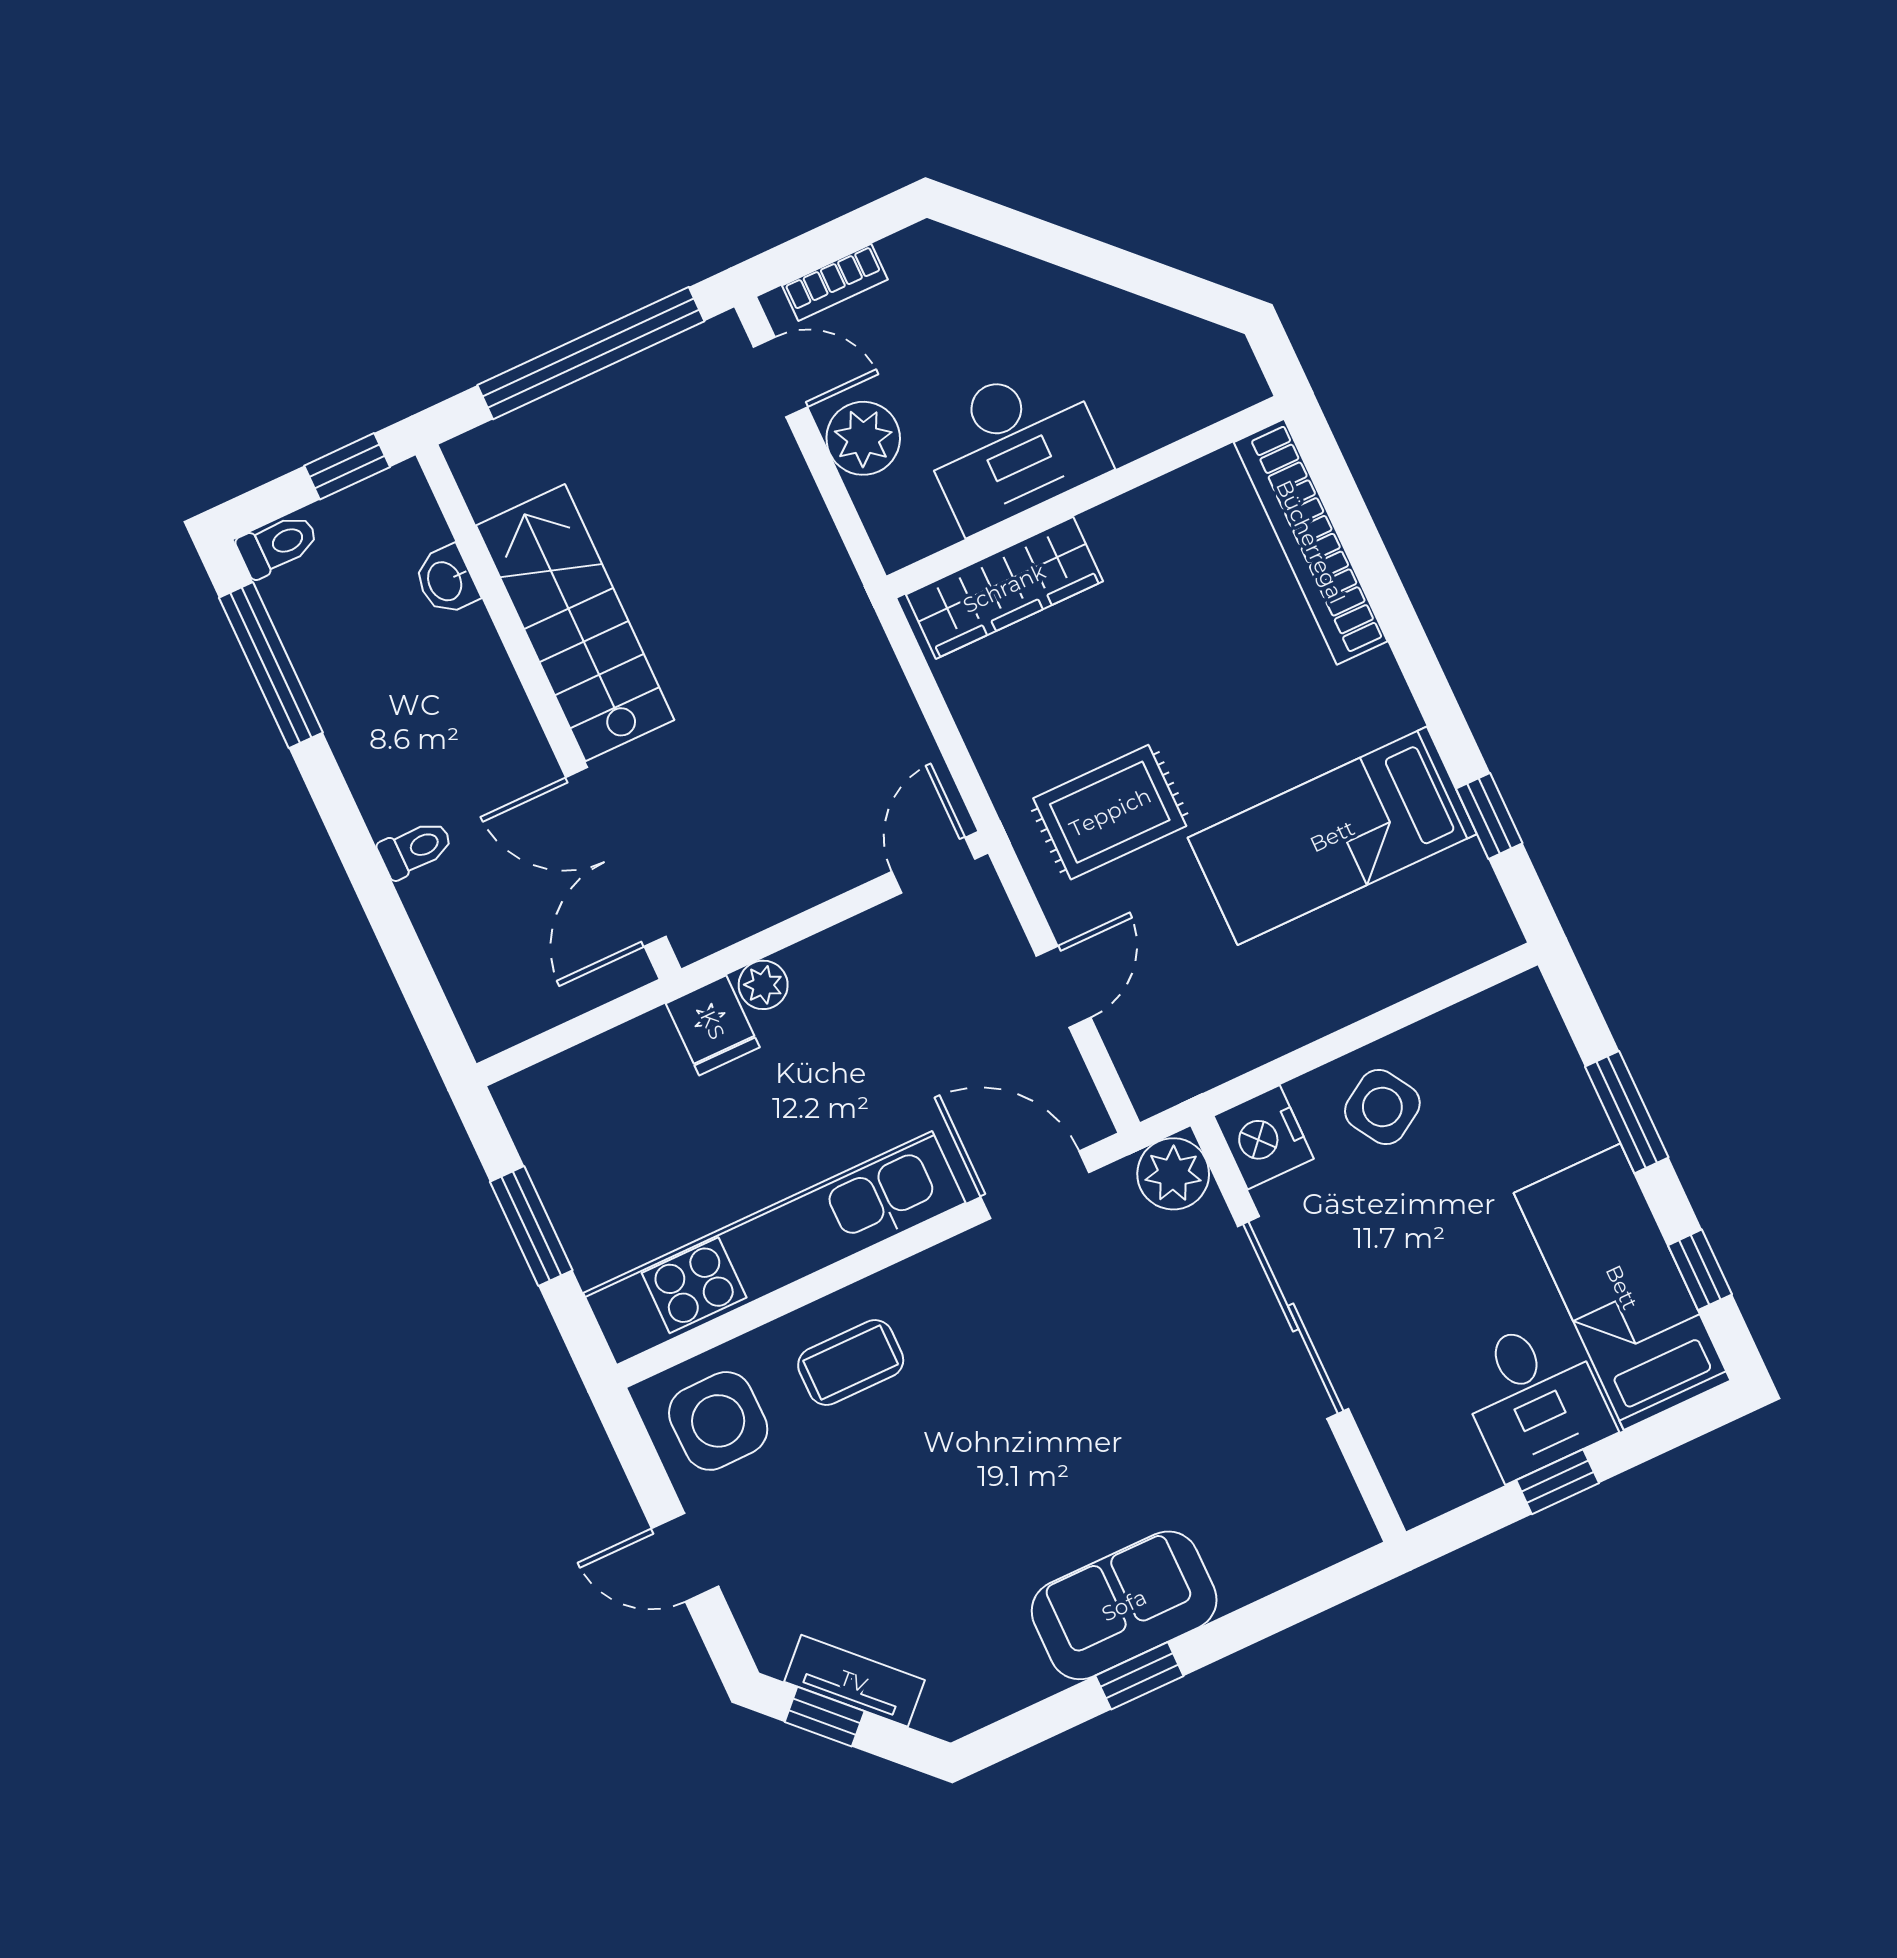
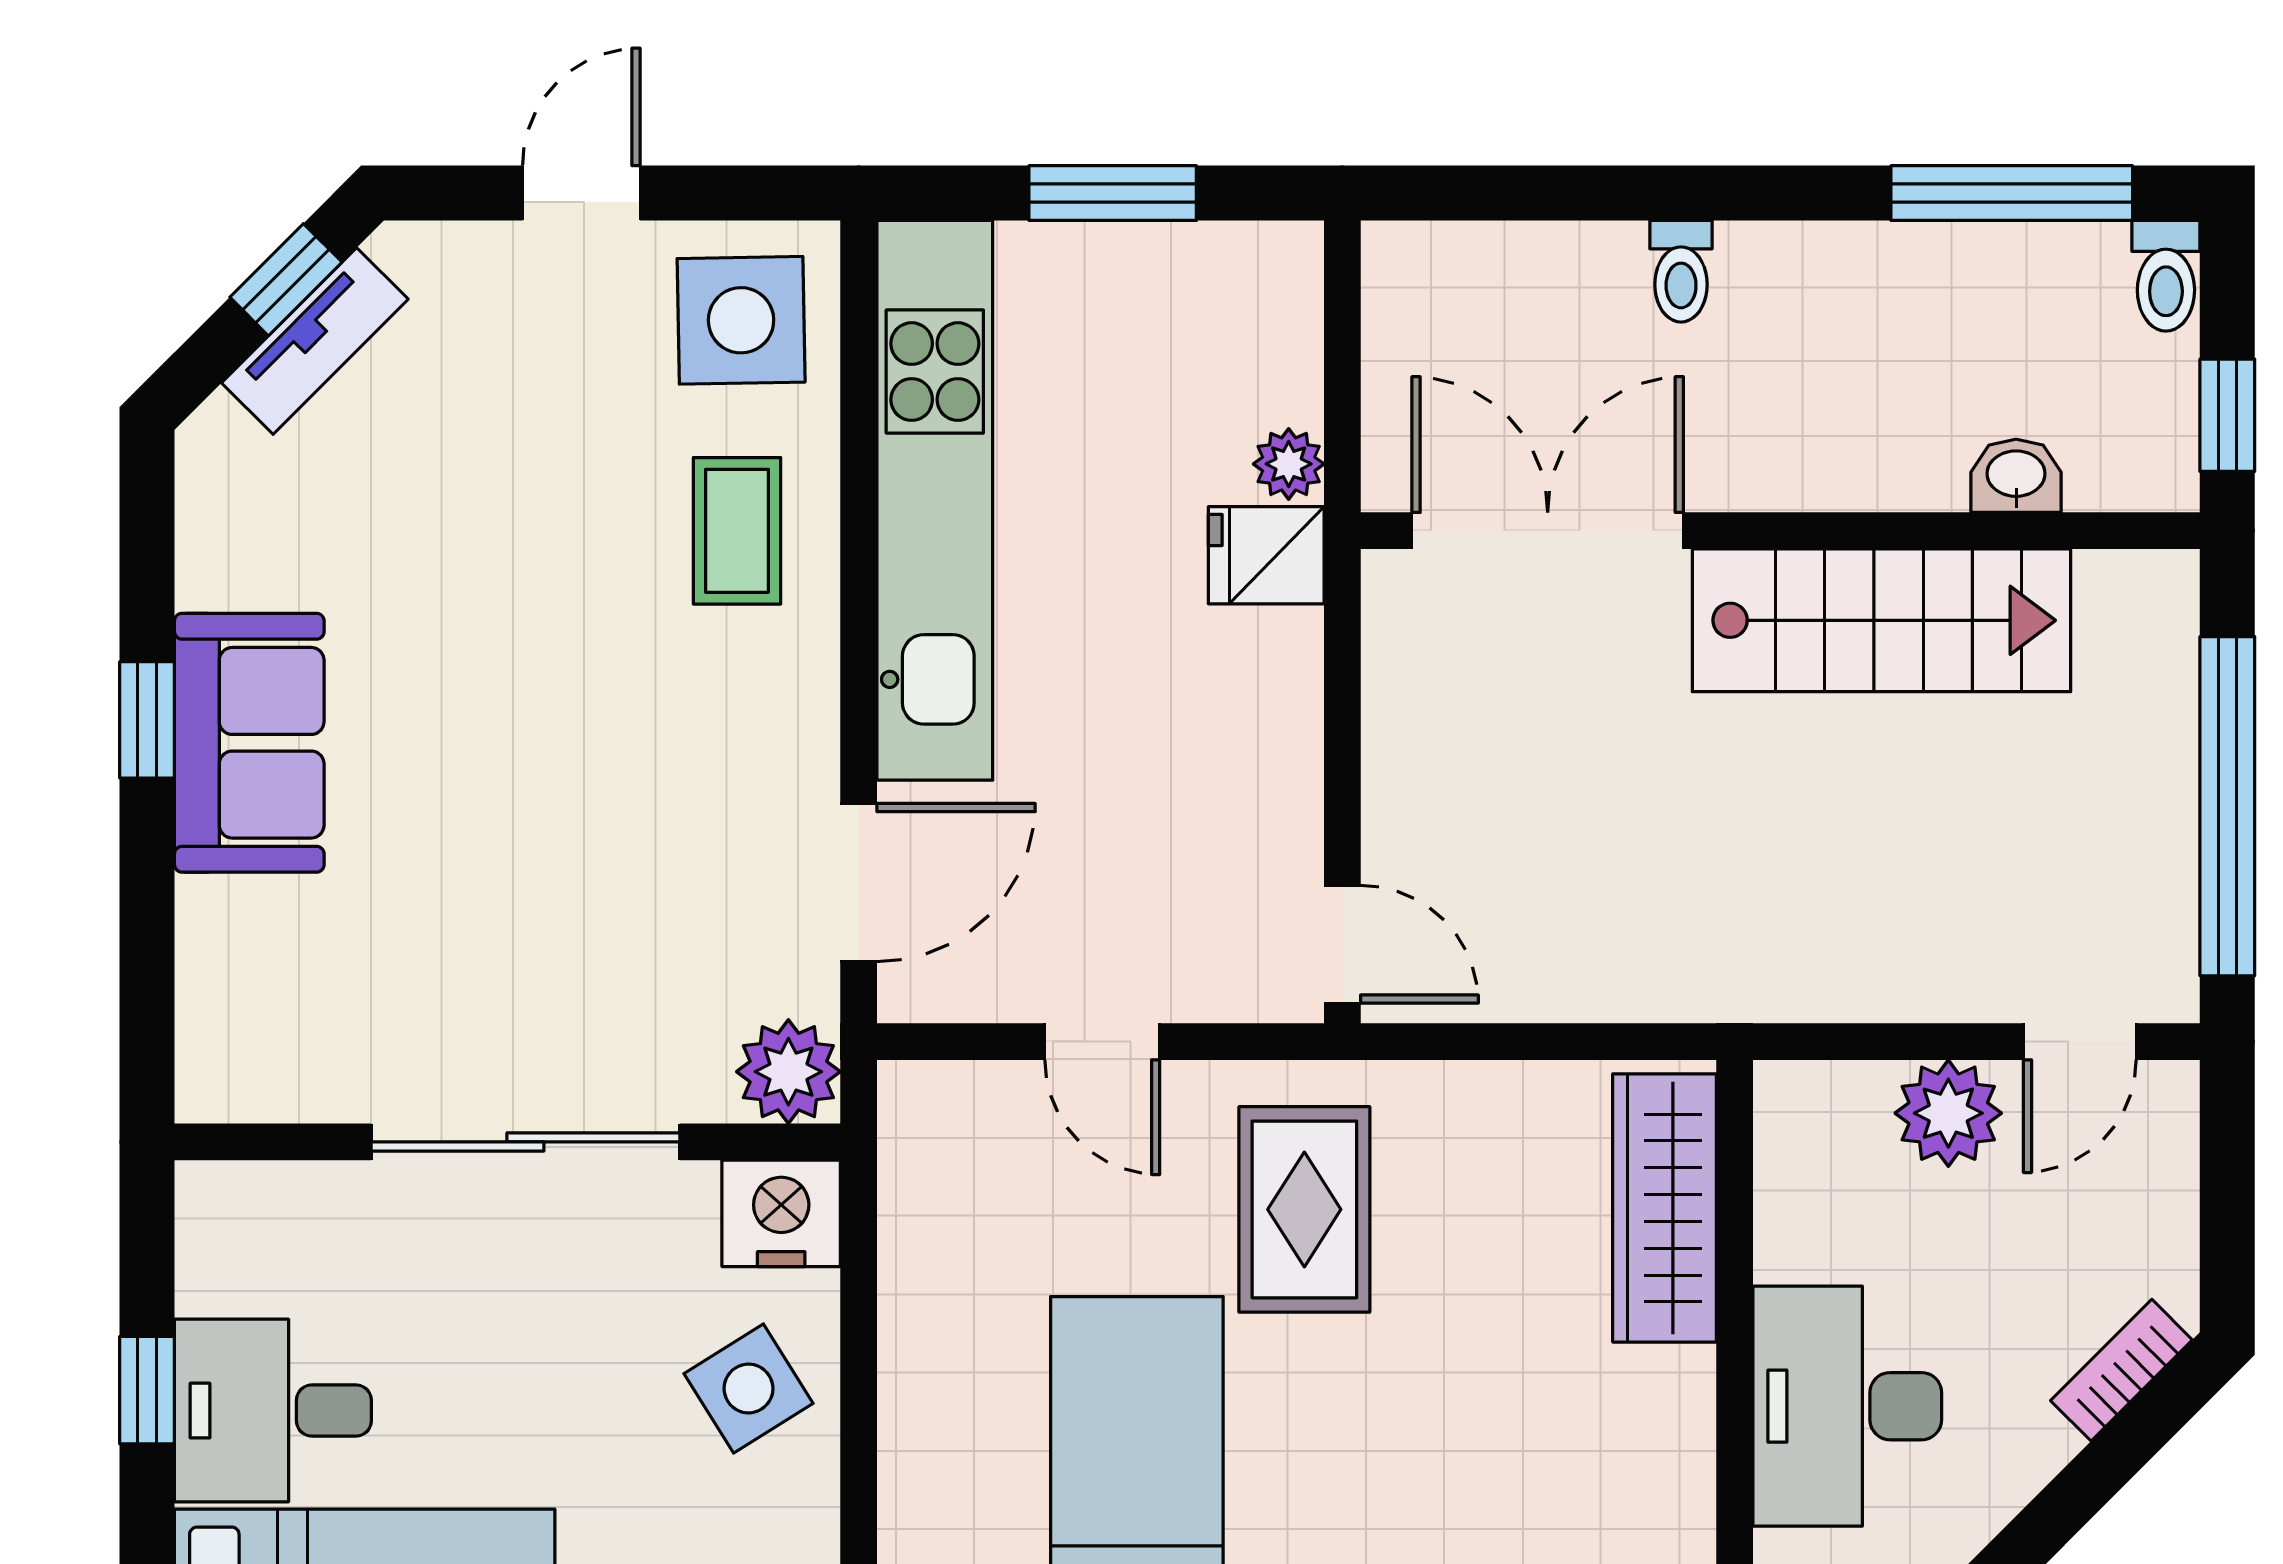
bookcase: (835, 282) -> (2121, 1370), moved, turned 45
desk: (1013, 445) -> (1847, 1406), moved
plant: (763, 985) -> (1289, 464), moved

